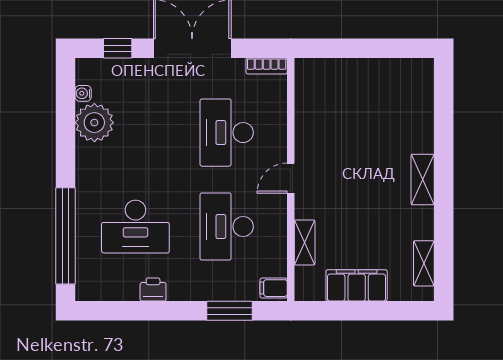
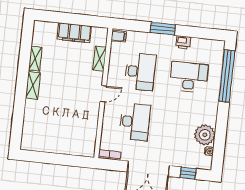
shelving: (424, 263) -> (35, 59), moved
window: (230, 311) -> (163, 29), moved

